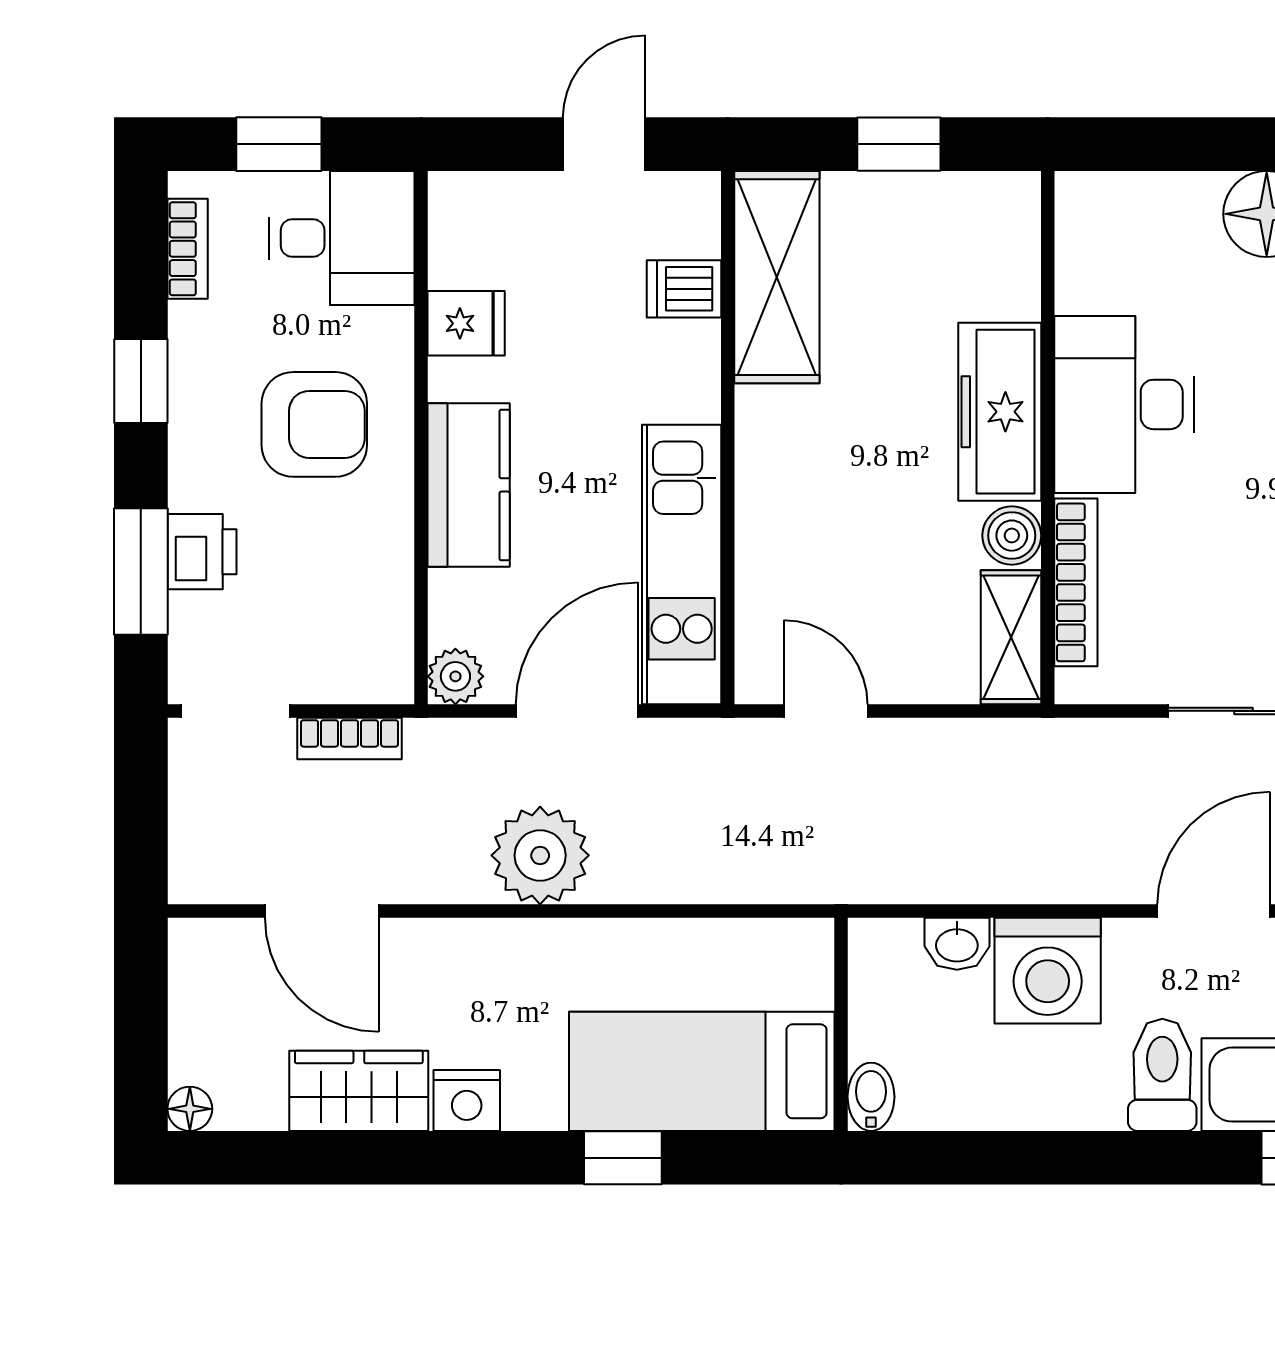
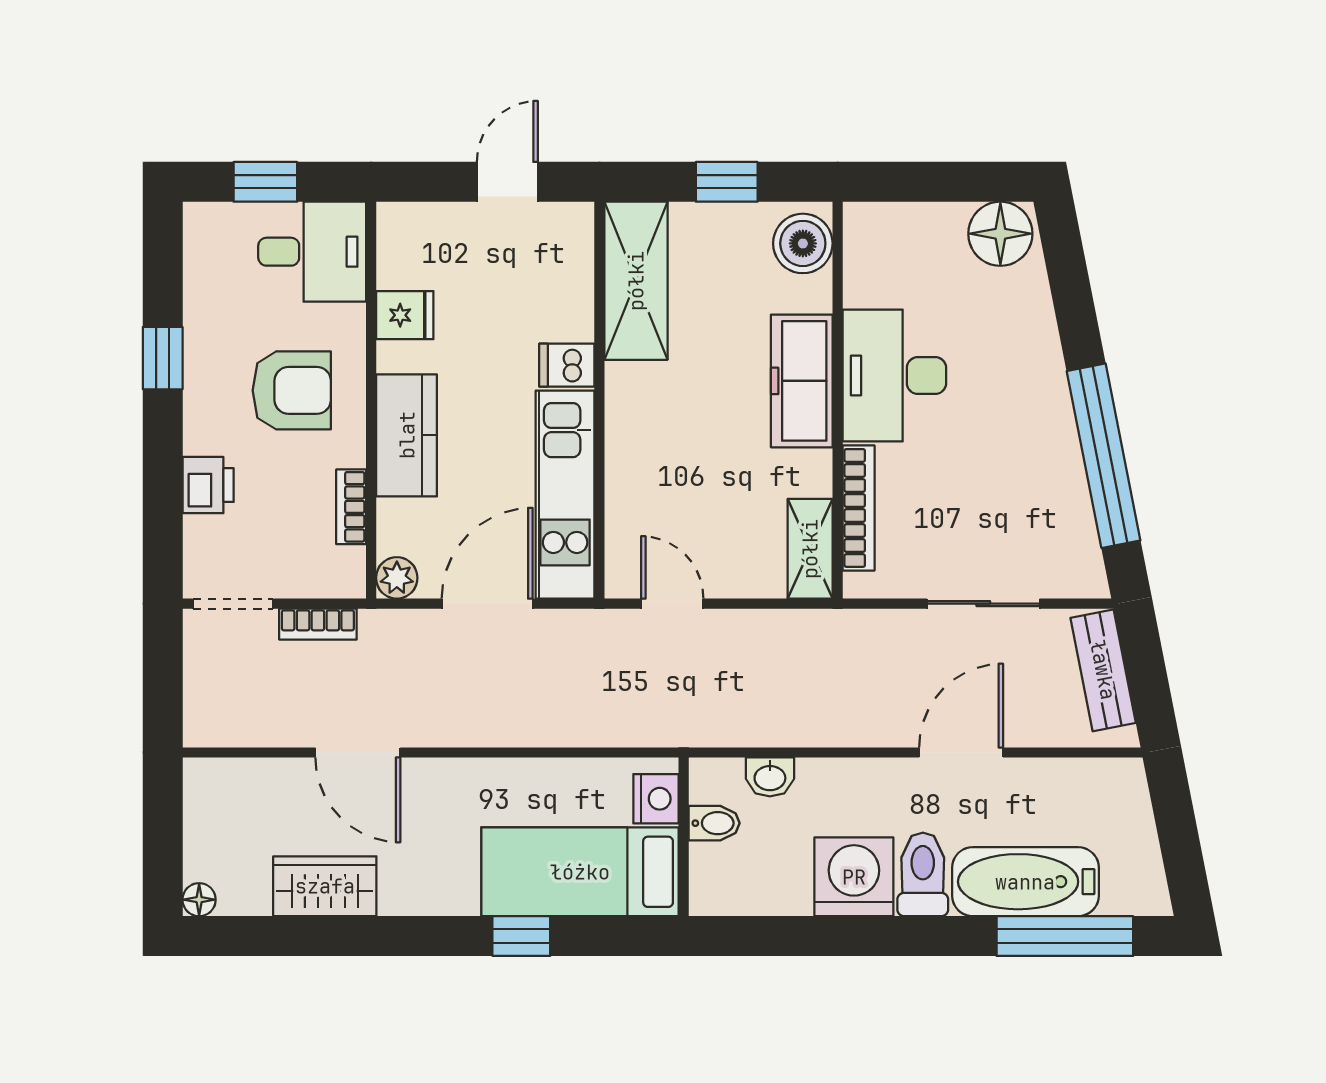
bookcase: (188, 249) -> (351, 507), moved, turned 180
dishwasher: (684, 289) -> (567, 365), moved
boiler: (1012, 536) -> (803, 243), moved, width x1.36, depth x1.36
window: (141, 572) -> (163, 500), removed
plant: (540, 855) -> (460, 711), removed
door: (322, 911) -> (358, 752), moved
washing machine: (1048, 971) -> (854, 877), moved, turned 180
bidet: (871, 1097) -> (714, 823), moved, turned 90
nightstand: (467, 1101) -> (656, 799), moved, turned -90

